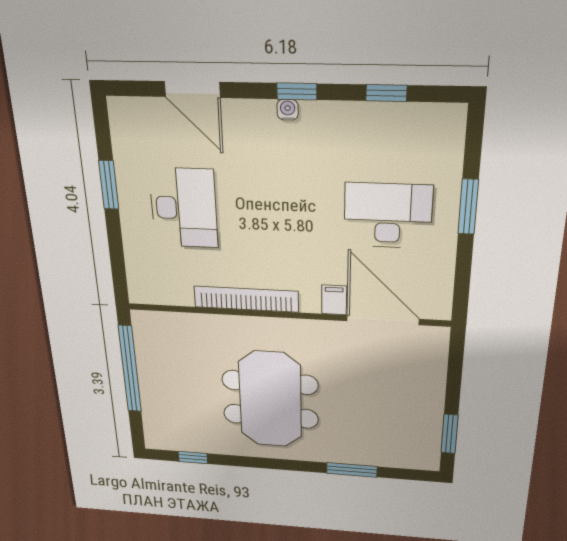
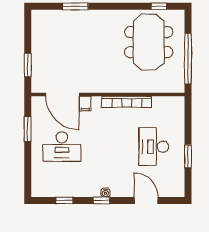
window: (468, 207) -> (28, 129), moved
meeting table: (270, 400) -> (149, 42), moved
window: (450, 434) -> (28, 65), moved

